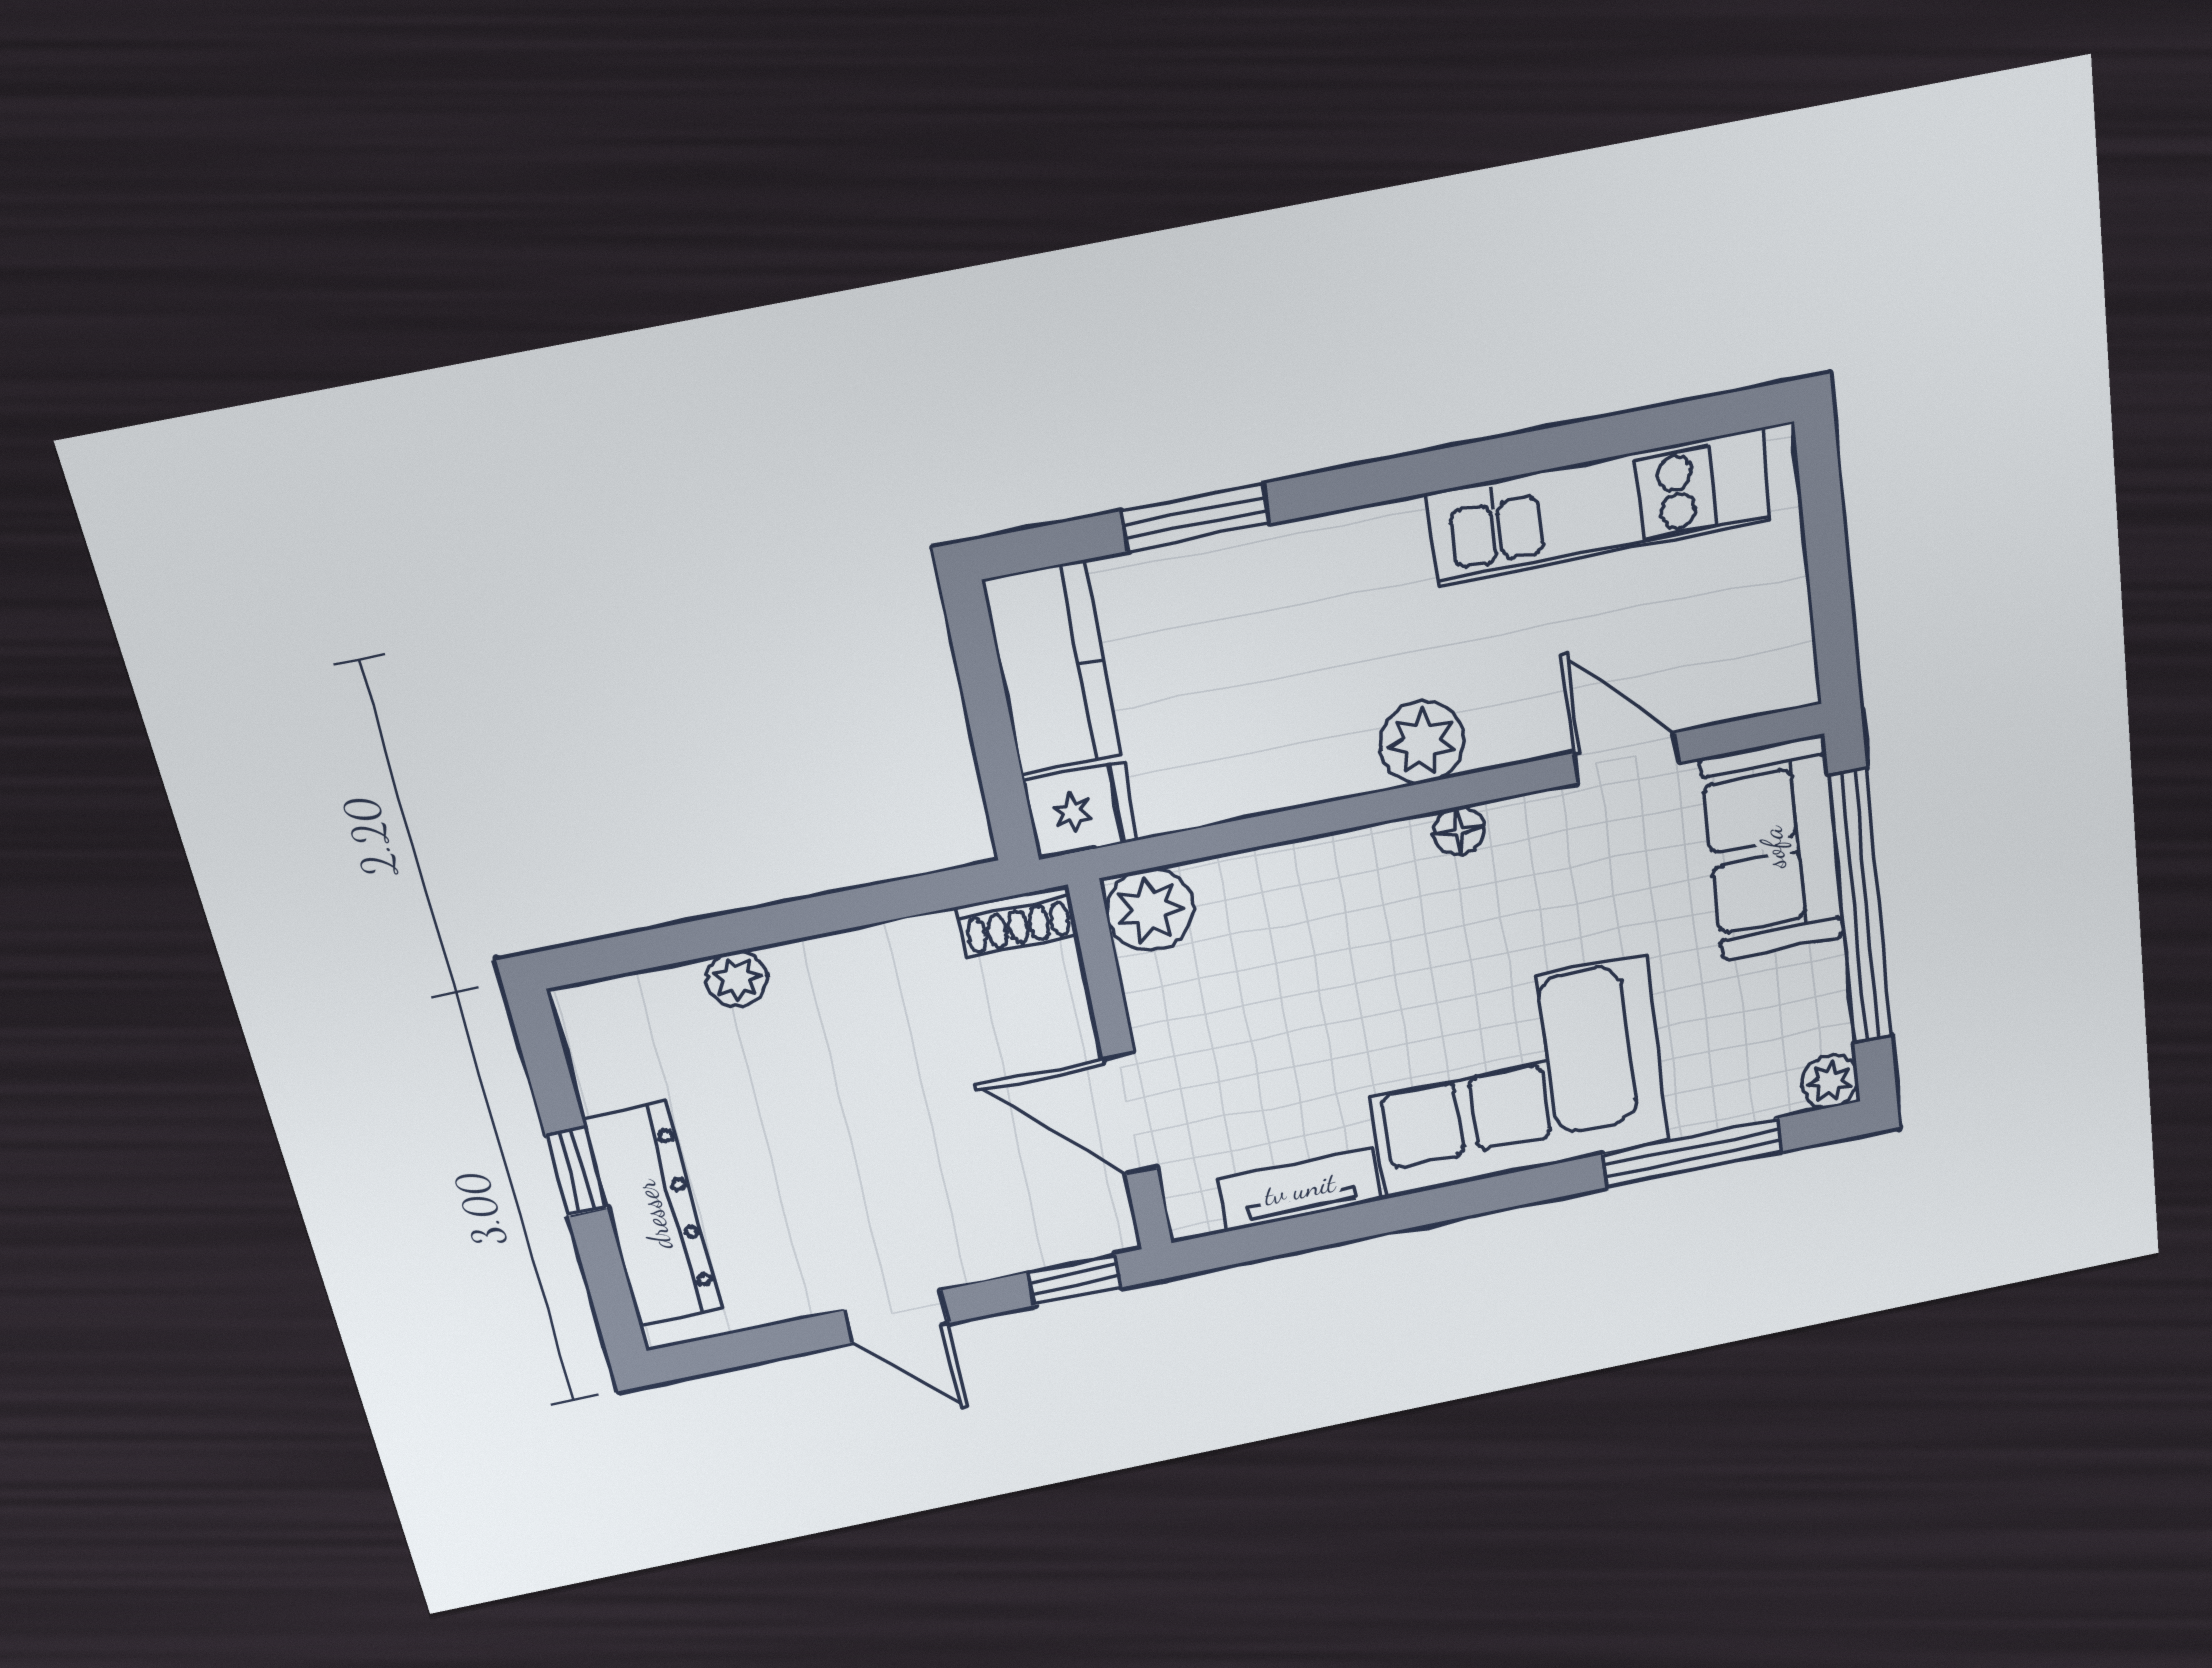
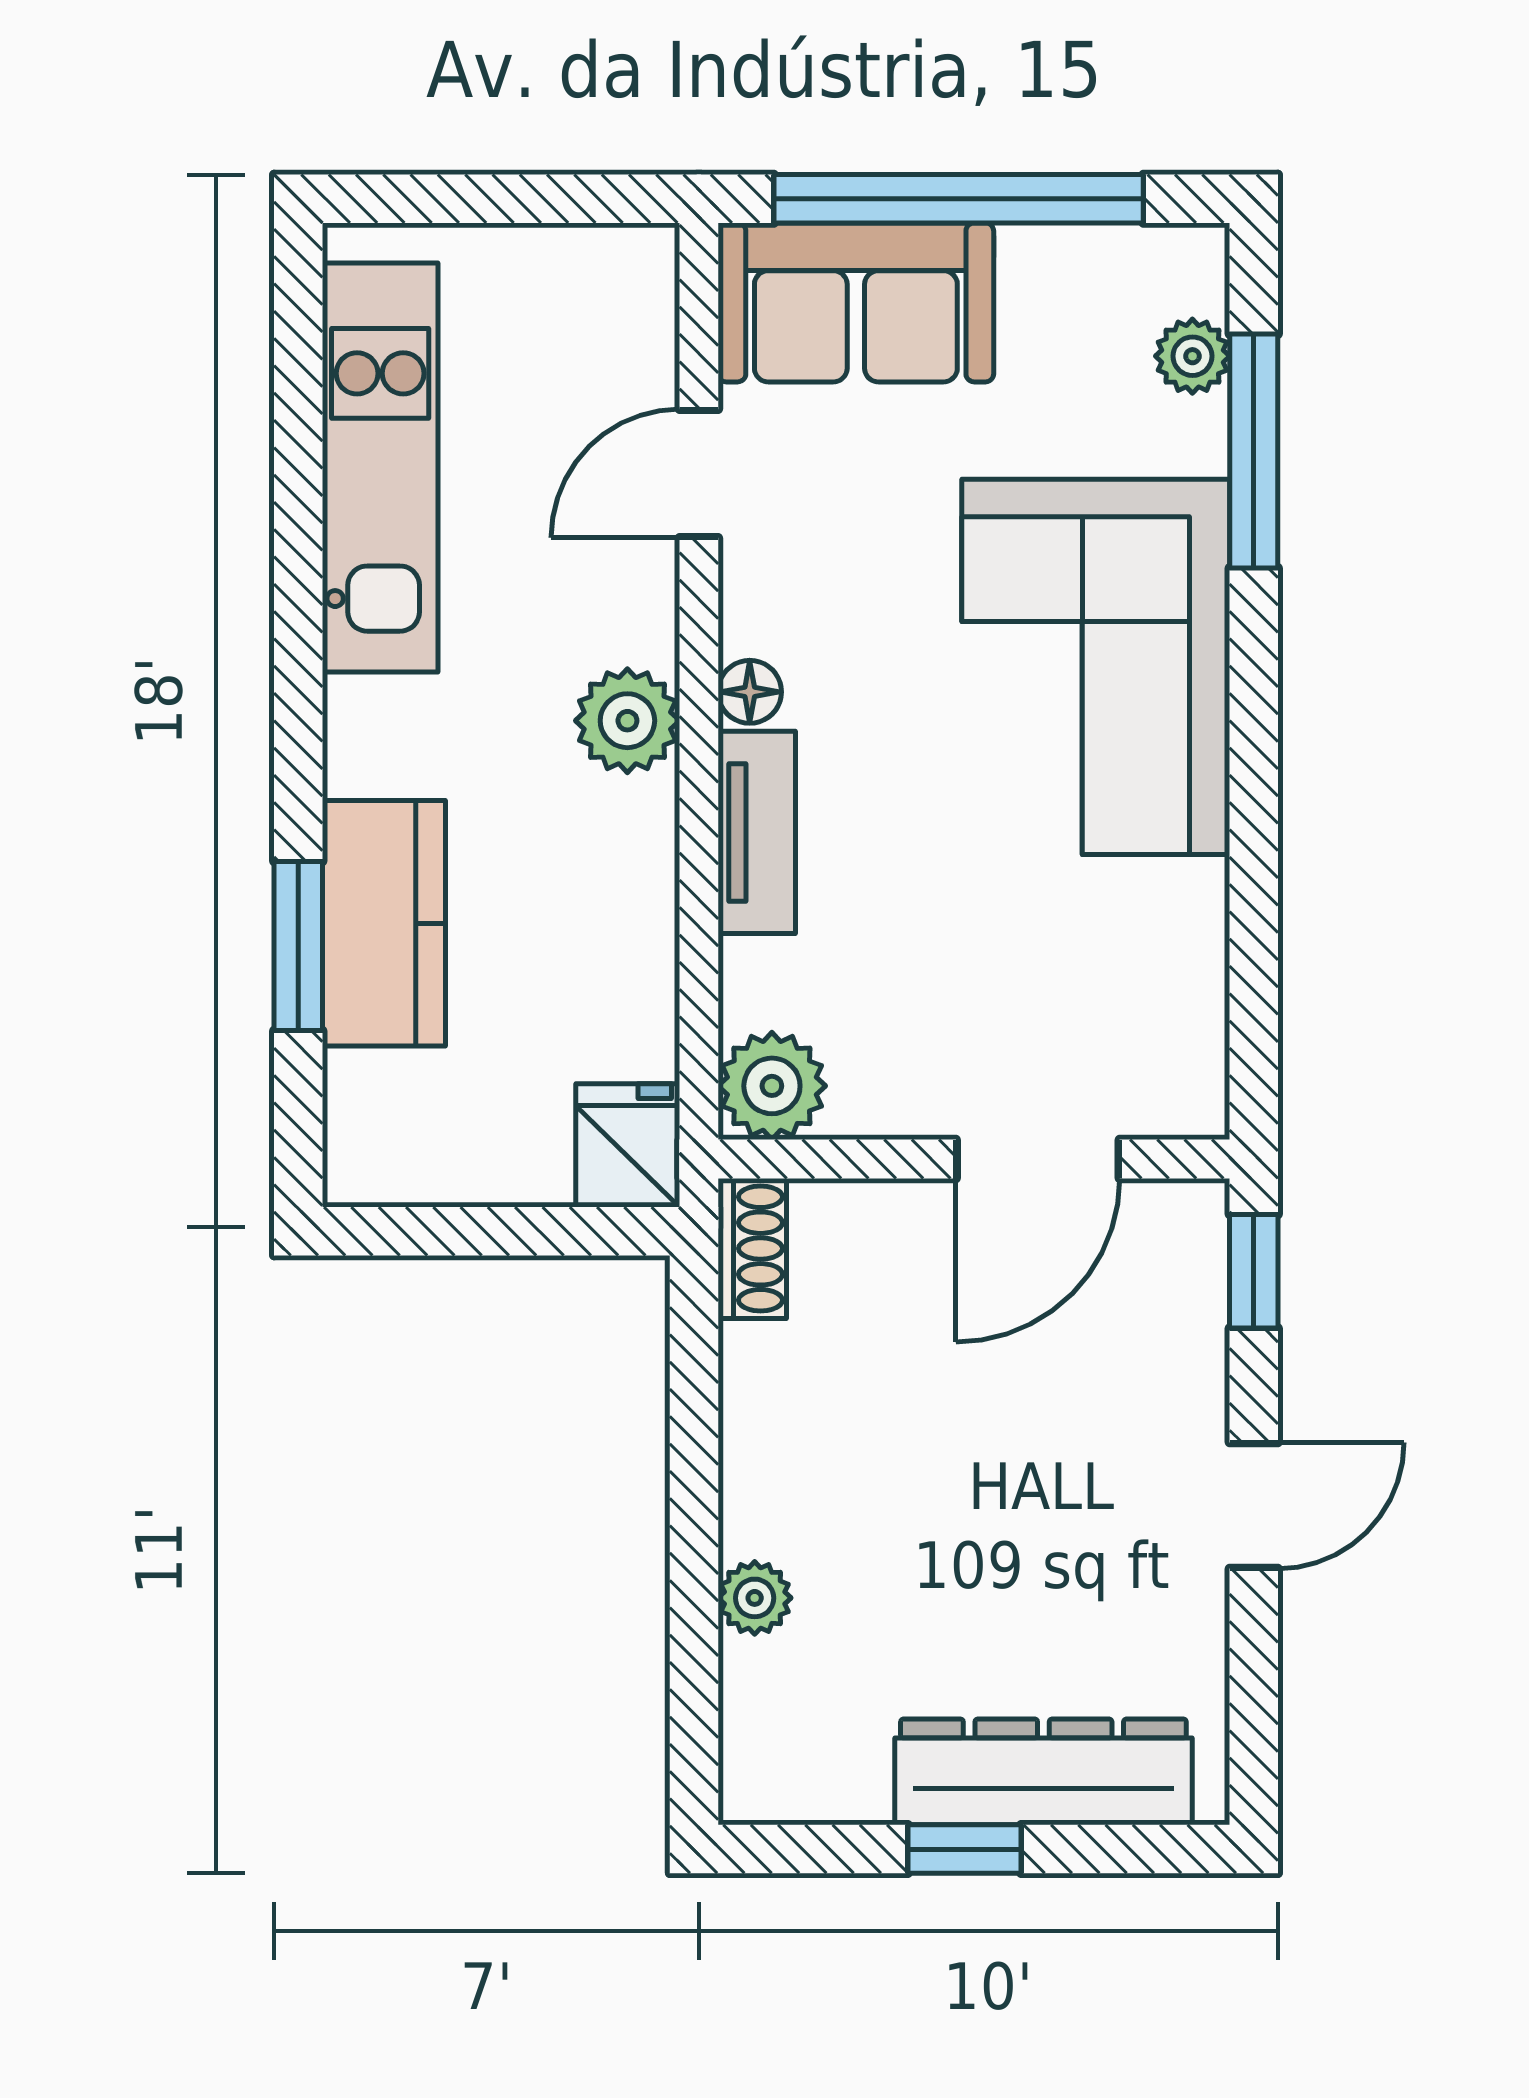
kitchen counter: (1052, 669) -> (384, 923), moved, turned 90
plant: (1830, 1082) -> (1192, 356), moved
tv unit: (1300, 1189) -> (757, 832), moved, turned 180

